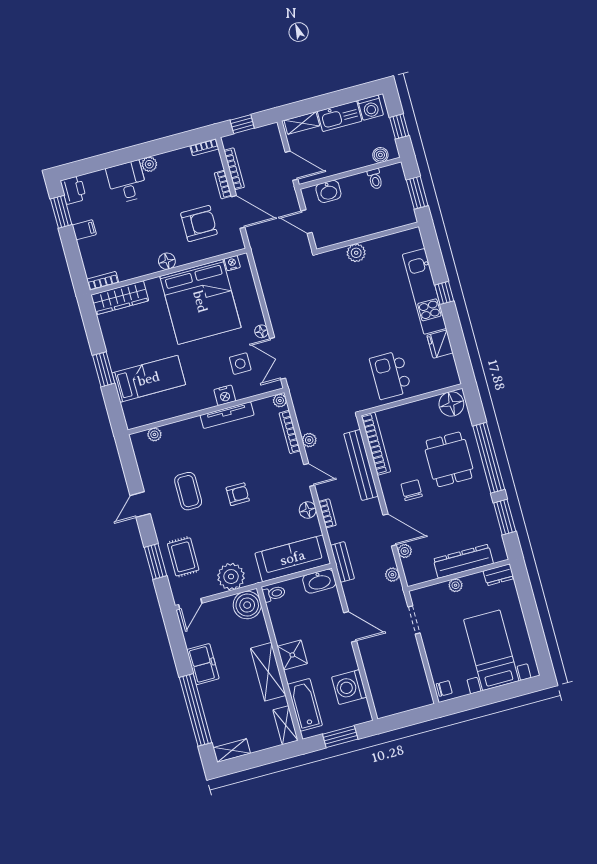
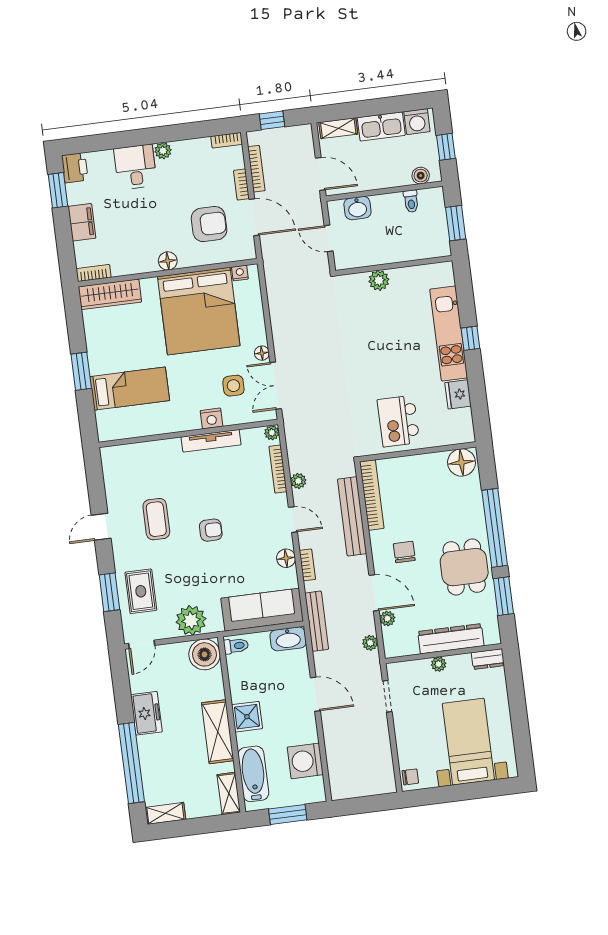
filing cabinet: (84, 230) -> (82, 222), width x2.00
plant: (154, 434) -> (128, 451), removed
dining table: (449, 459) -> (464, 567), moved
bench: (342, 562) -> (317, 621), width x1.36

